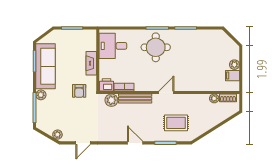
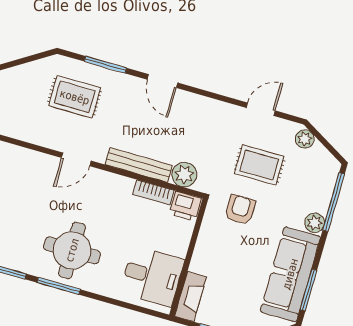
fireplace: (91, 63) -> (191, 297), moved
rug: (76, 115) -> (259, 165), added

